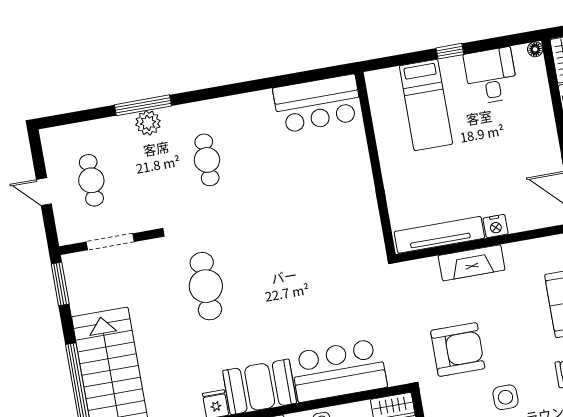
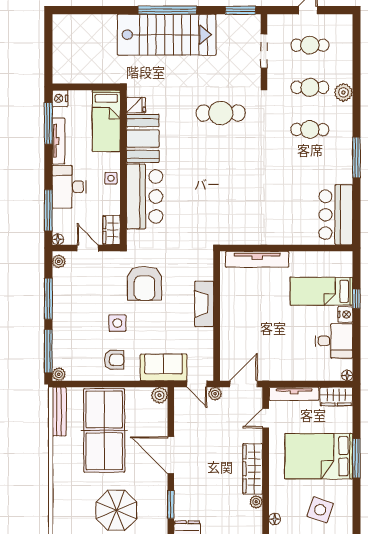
window: (450, 51) -> (356, 299), moved
window: (143, 105) -> (356, 157), moved
cafe table: (149, 170) -> (310, 87), added
nightstand: (496, 226) -> (345, 314), moved, turned 180
tv unit: (439, 235) -> (257, 259), moved, turned 90
side table: (505, 397) -> (117, 323), moved

